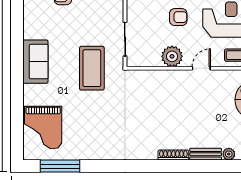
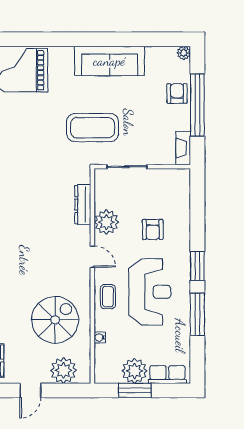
sofa: (35, 62) -> (109, 61), width x1.36
dresser: (157, 76) -> (83, 205), added

